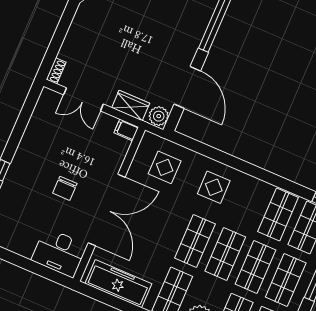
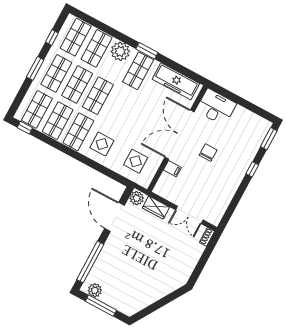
double door: (83, 99) -> (189, 215), swing flipped
filing cabinet: (126, 130) -> (172, 169), moved
shop shelf: (195, 241) -> (78, 132), moved

